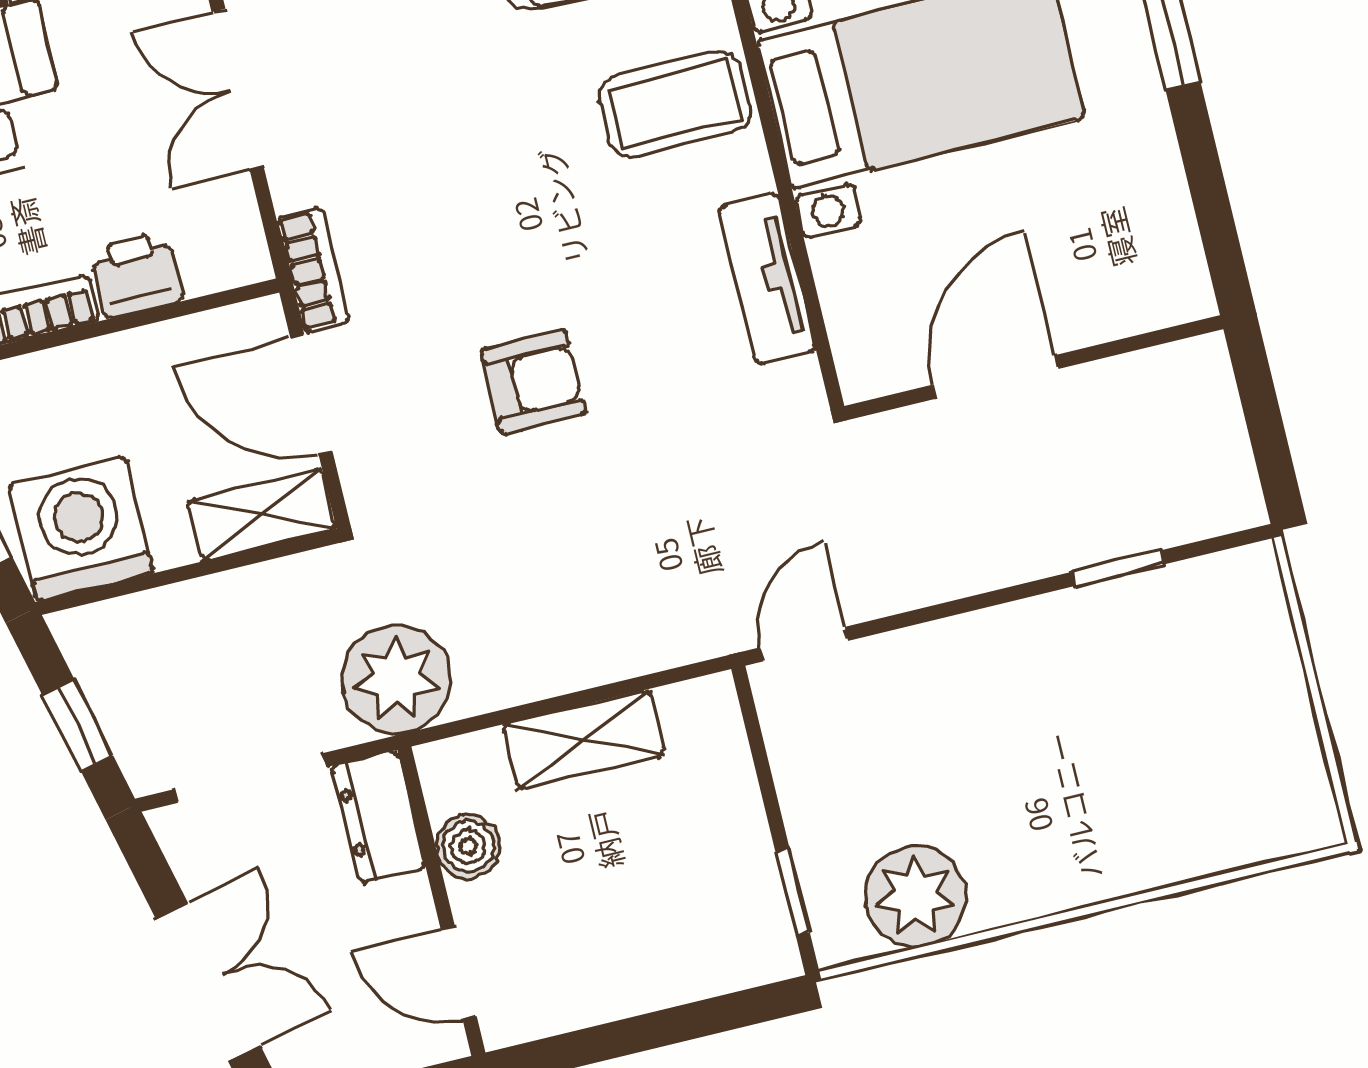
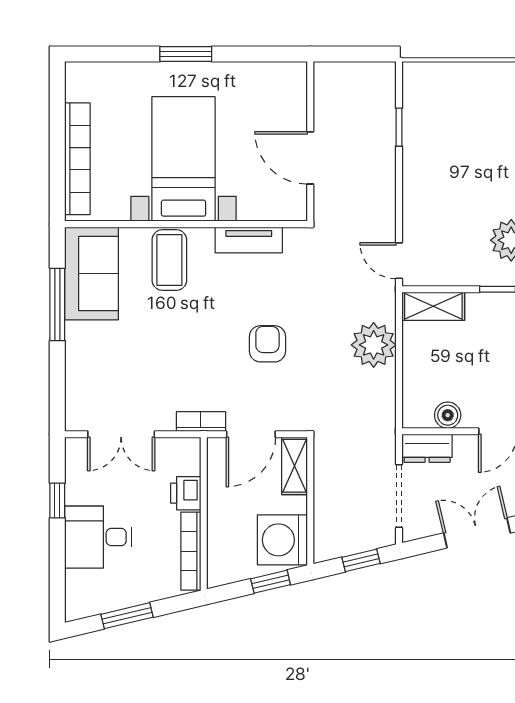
plant: (396, 679) -> (374, 345), moved
shelving: (584, 740) -> (433, 306), moved, turned 90

